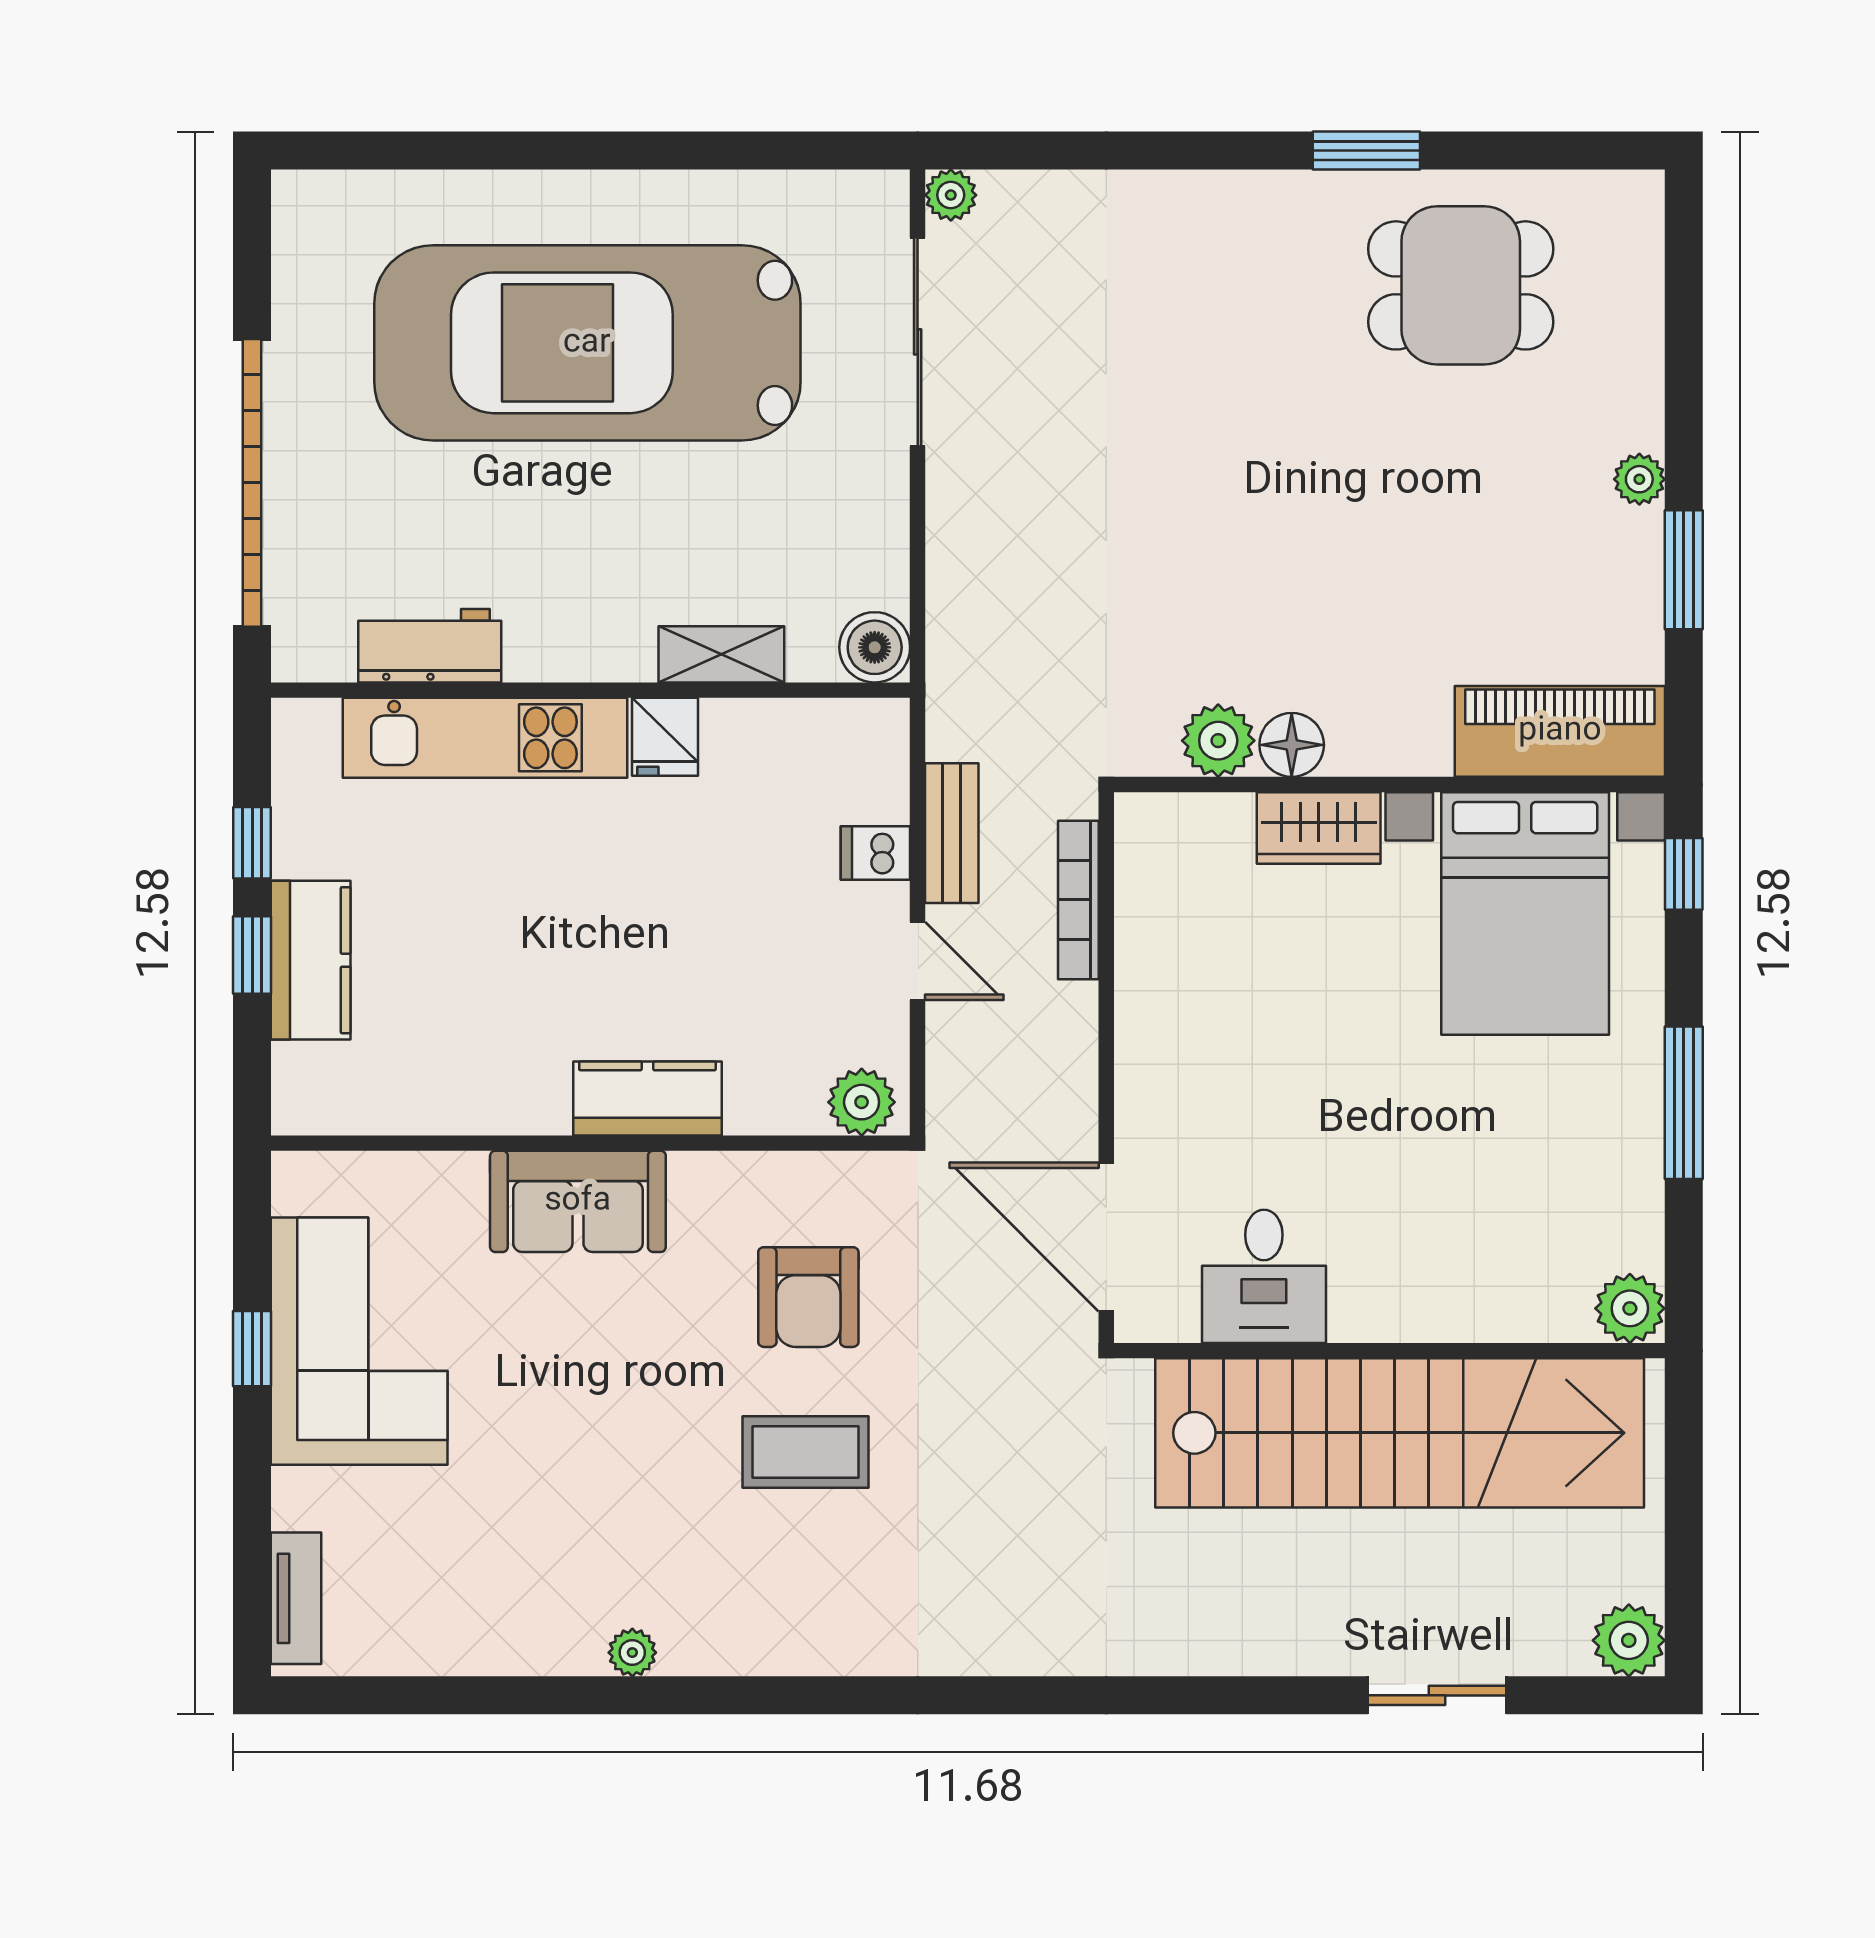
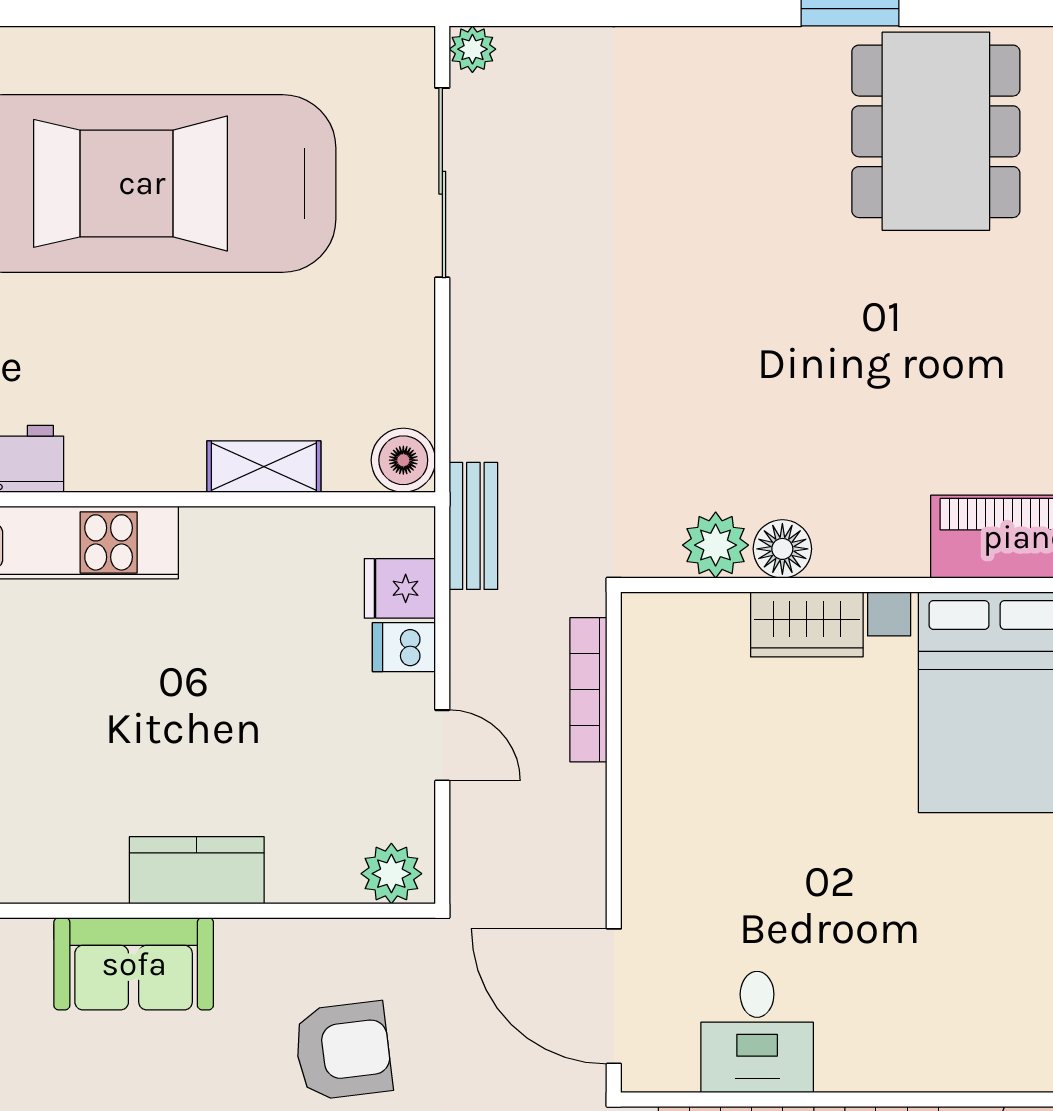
dining table: (1461, 285) -> (936, 131), width x1.38
fridge: (665, 737) -> (400, 588), moved, turned 90
bench: (952, 833) -> (473, 526), moved
armchair: (808, 1297) -> (343, 1051), turned -97

